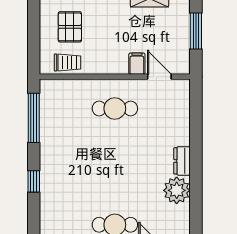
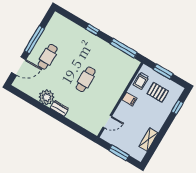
window: (34, 37) -> (163, 72), added
filing cabinet: (137, 64) -> (129, 99), moved
cafe table: (115, 109) -> (86, 79), moved

